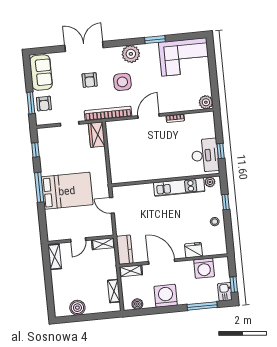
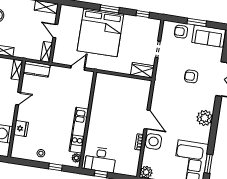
window: (155, 40) -> (208, 164), moved
side table: (122, 82) -> (154, 141), moved
window: (31, 103) -> (197, 22), moved
bookcase: (108, 113) -> (158, 85), removed
window: (39, 187) -> (110, 9), width x0.69
bed: (67, 191) -> (100, 32), width x1.36
door: (162, 262) -> (18, 98), width x0.53

